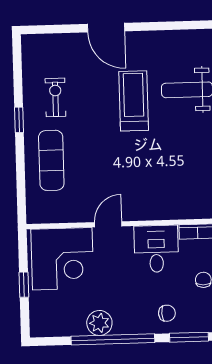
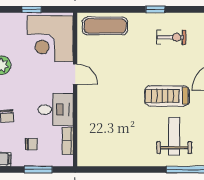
treadmill: (134, 101) -> (167, 96), turned 180
exercise mat: (51, 160) -> (105, 26), moved

